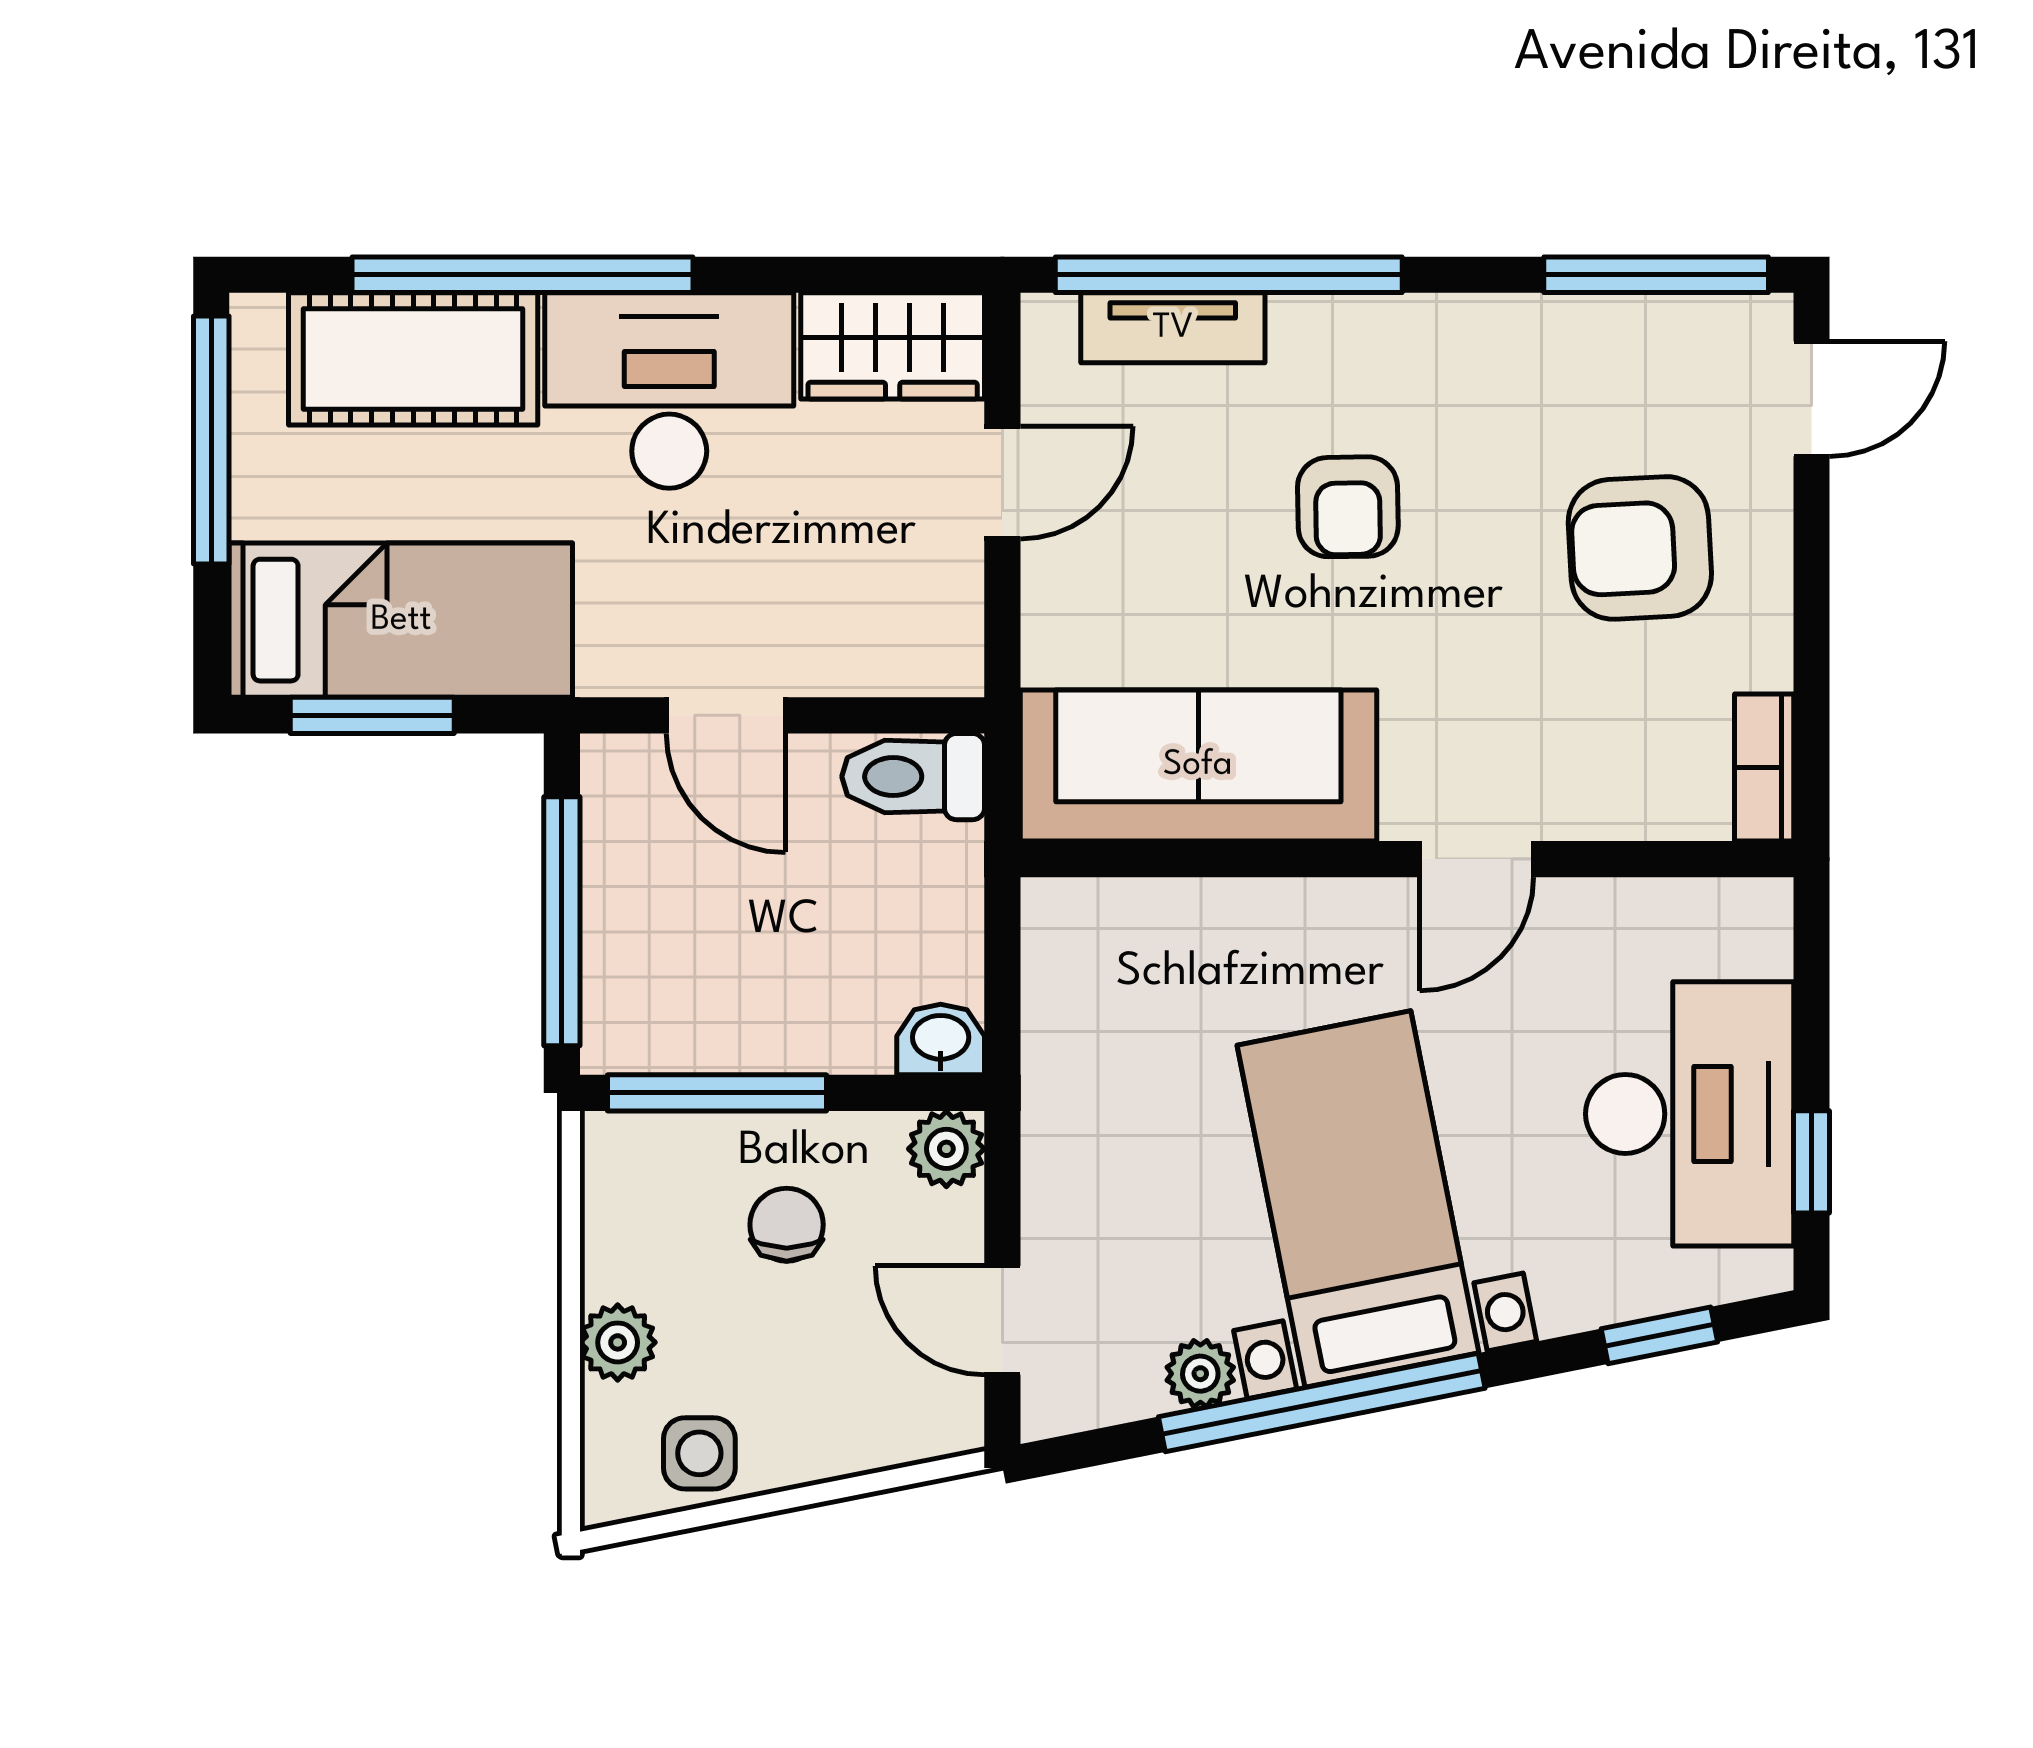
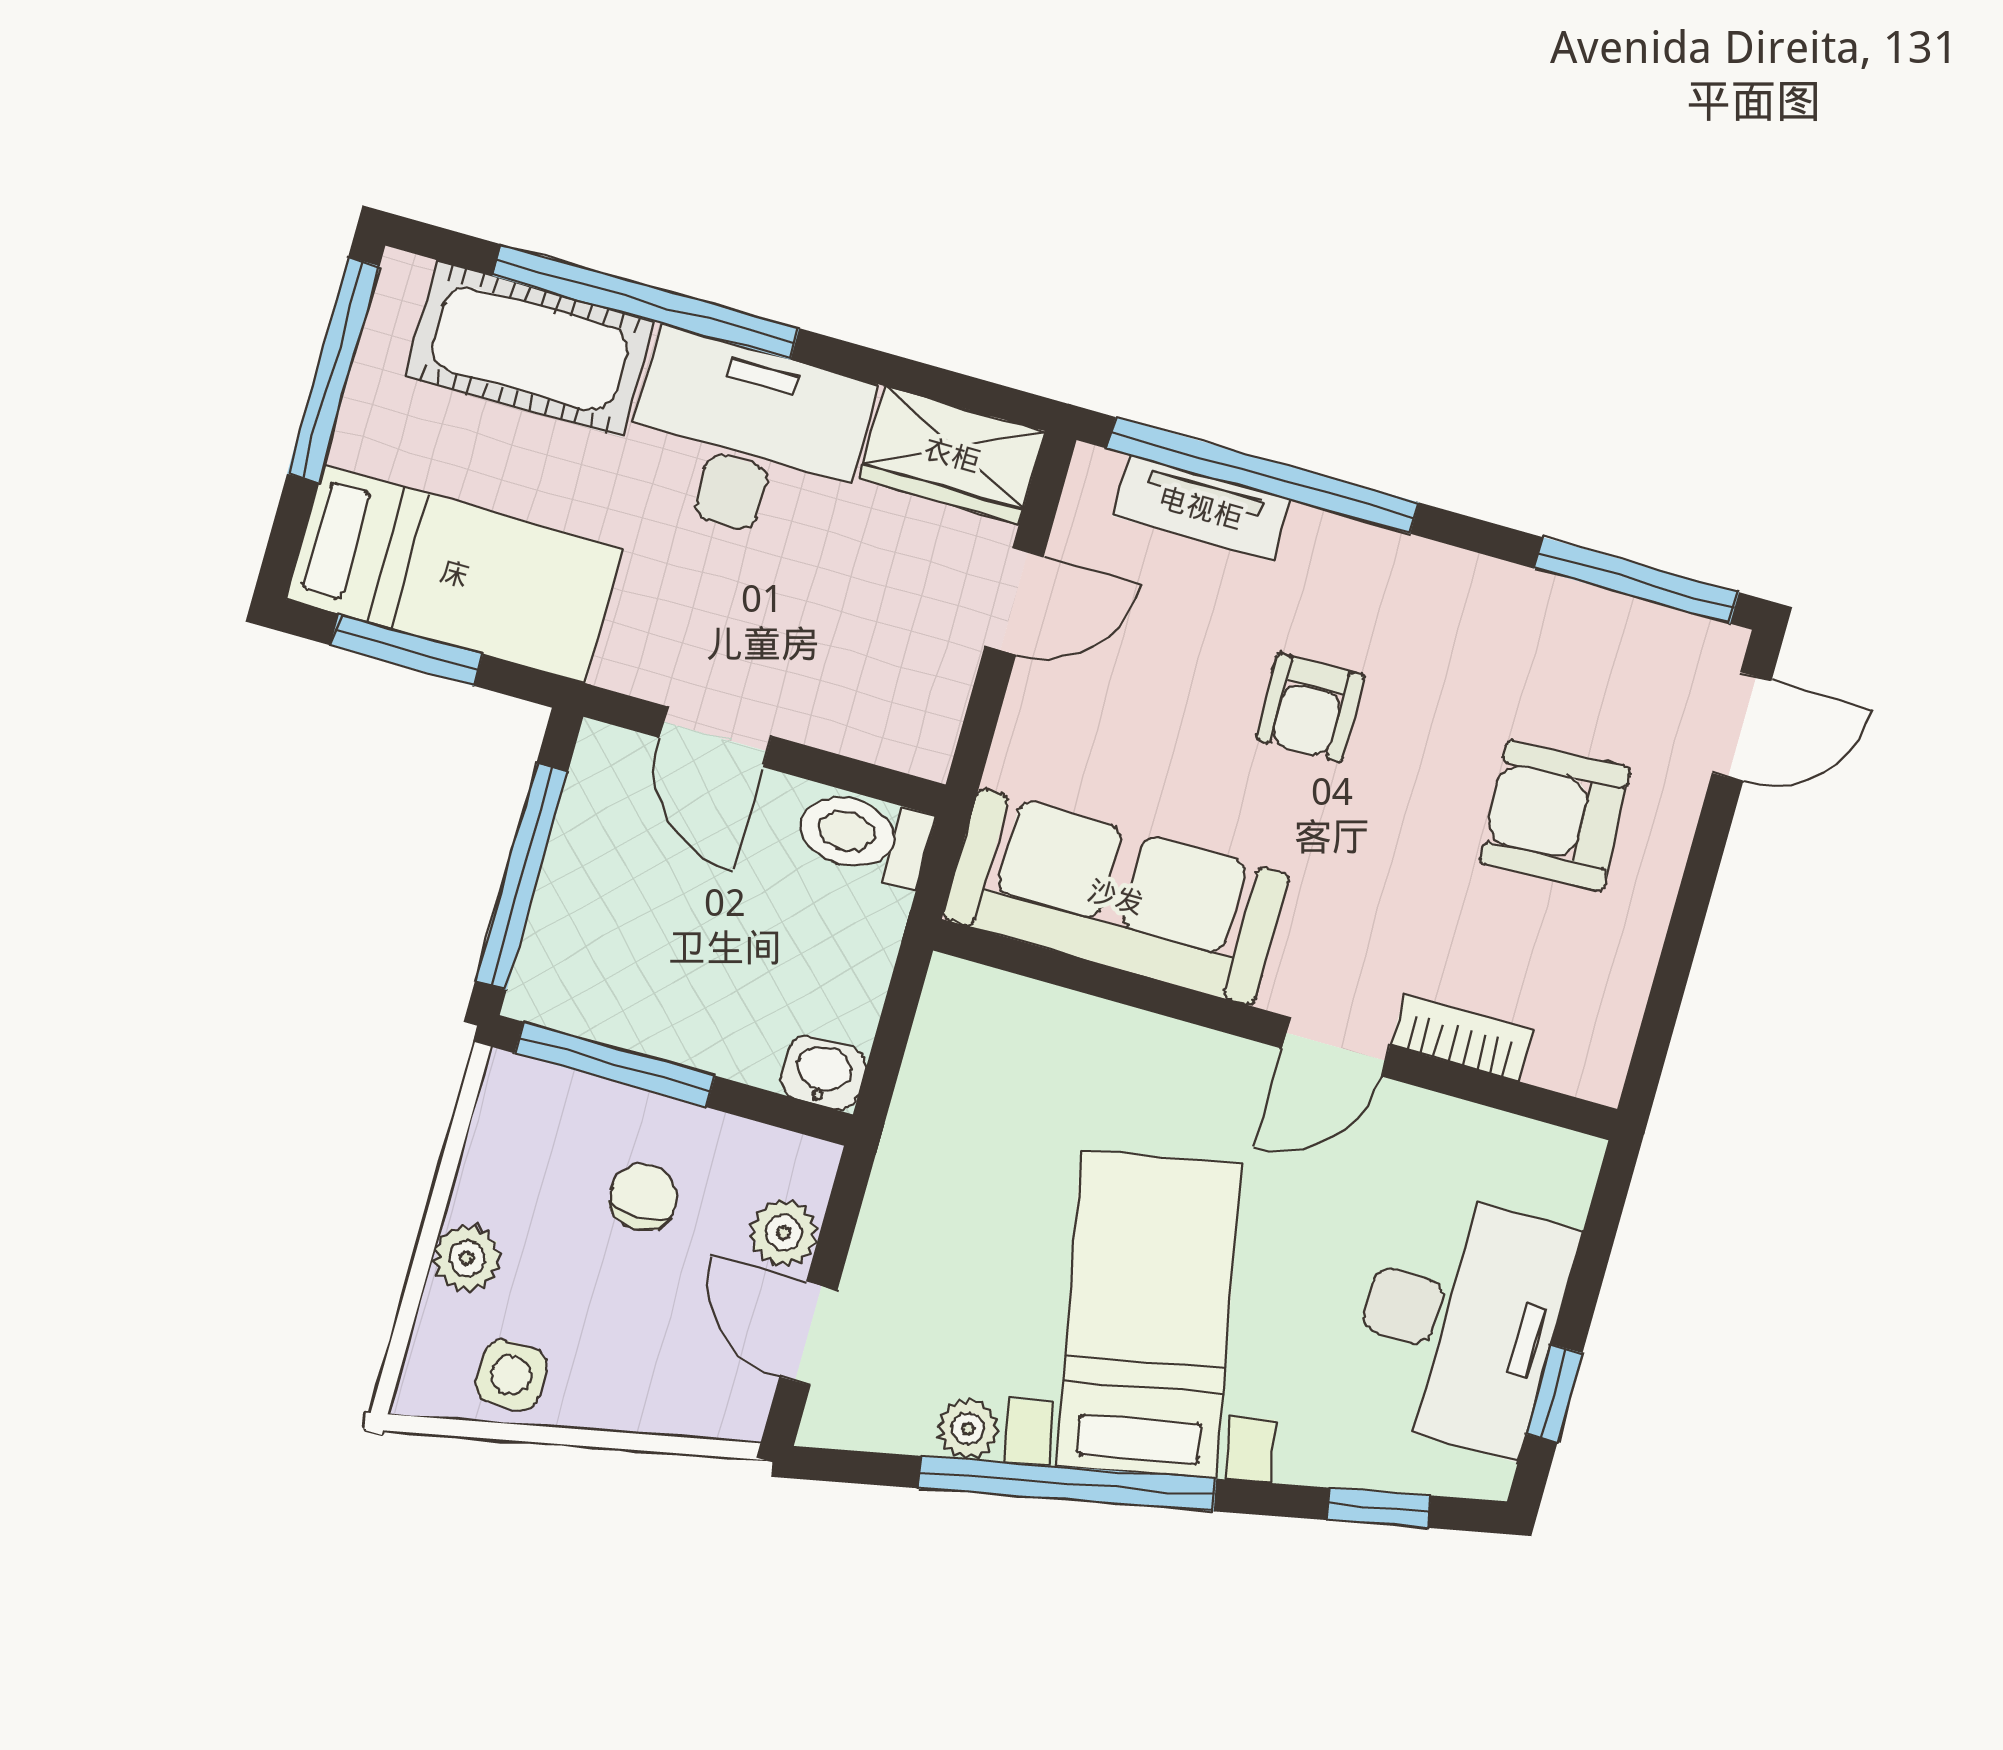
bookcase: (1764, 767) -> (1462, 1038), moved, turned 90
plant: (946, 1149) -> (784, 1233), moved

